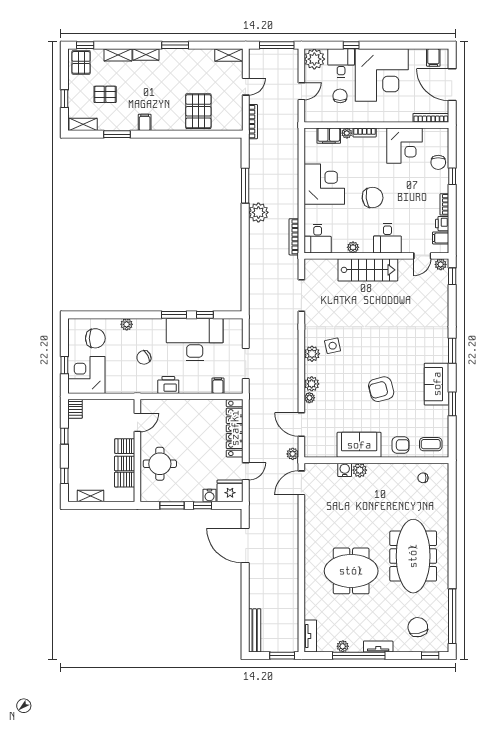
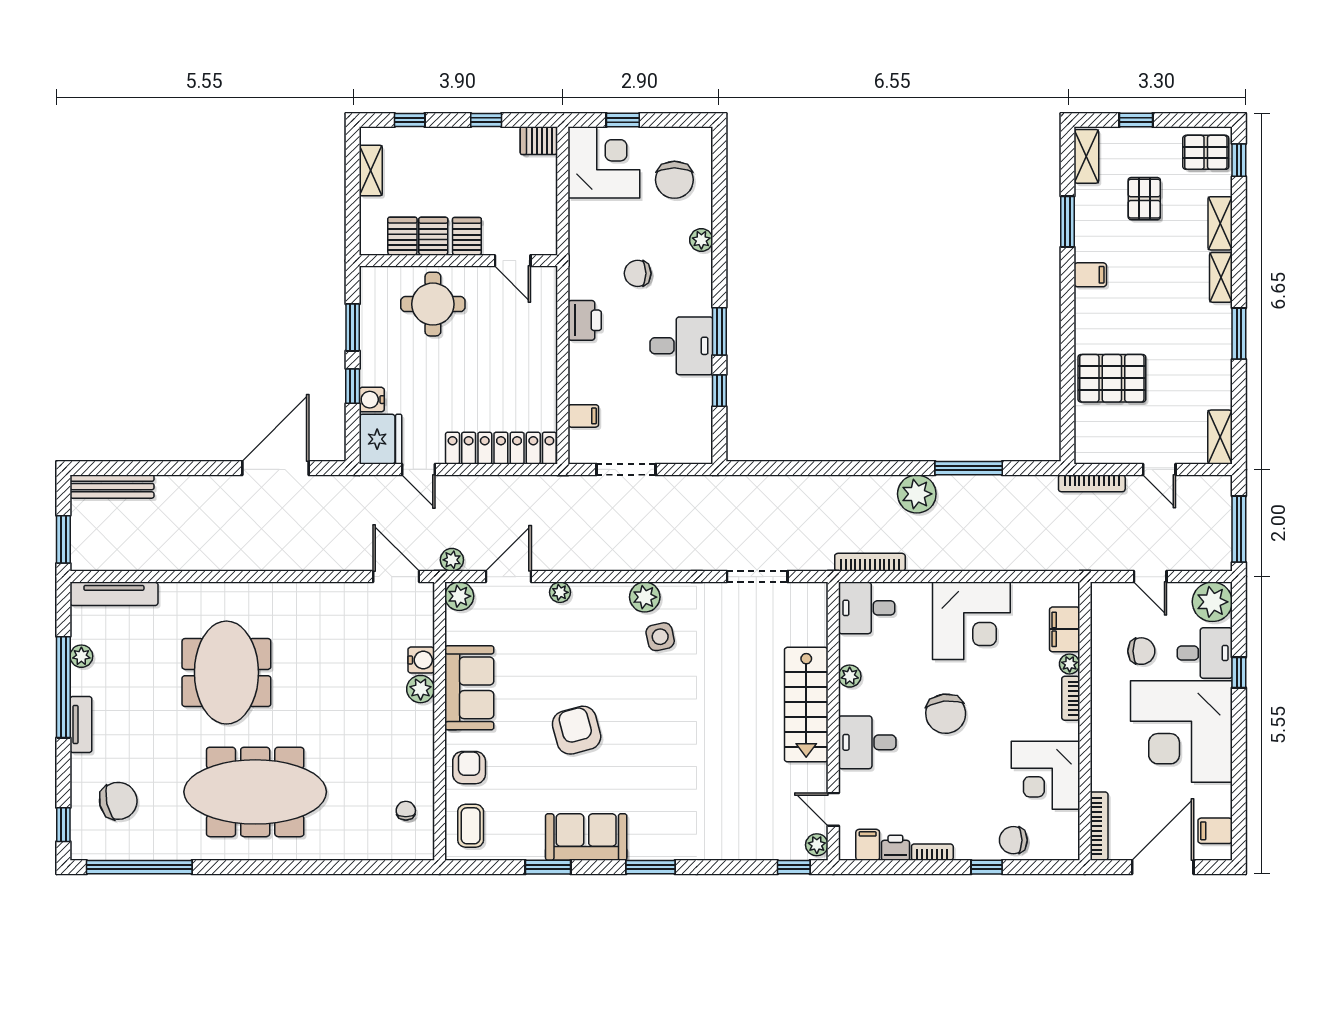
desk: (195, 340) -> (681, 346), width x0.53, depth x0.77
chair: (144, 357) -> (638, 273), turned -62
plant: (312, 384) -> (459, 596), moved
armchair: (401, 445) -> (469, 768), turned 180
tv unit: (310, 636) -> (114, 594), width x1.41

